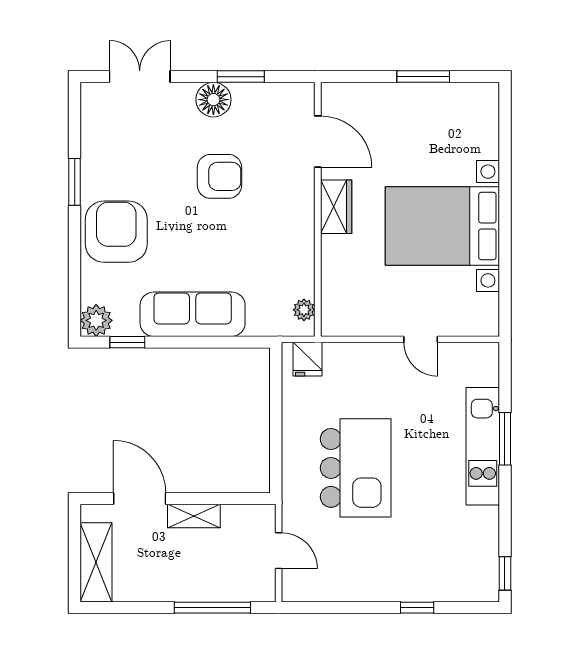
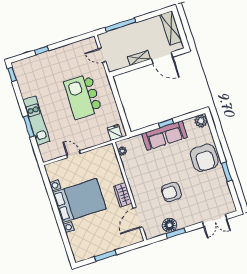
floor lamp: (213, 100) -> (170, 225), moved
door: (318, 141) -> (138, 218), hinge flipped
window: (127, 342) -> (166, 123), moved

